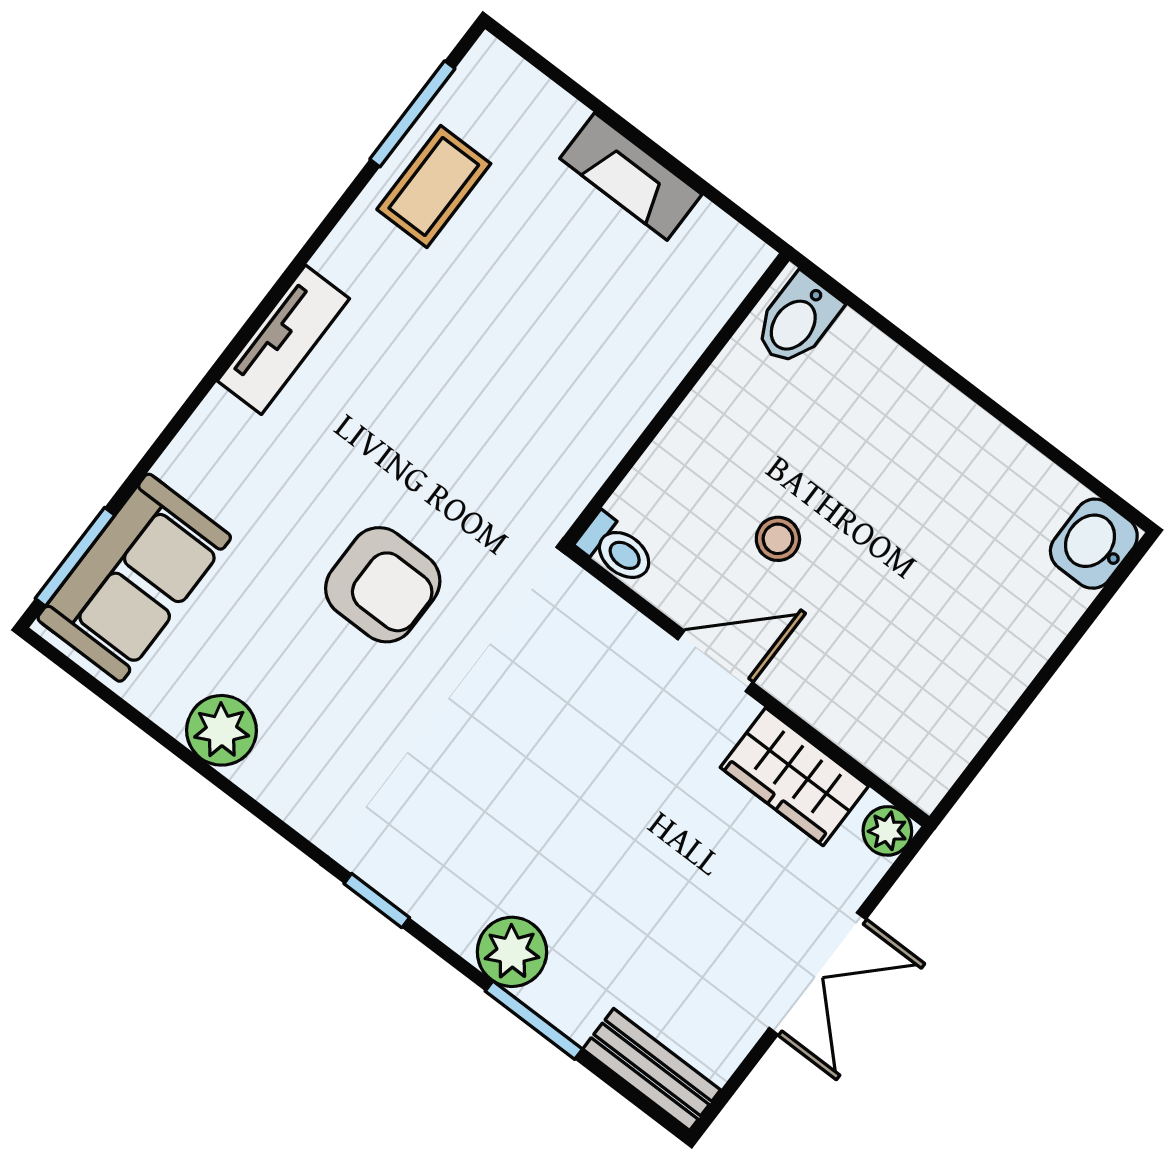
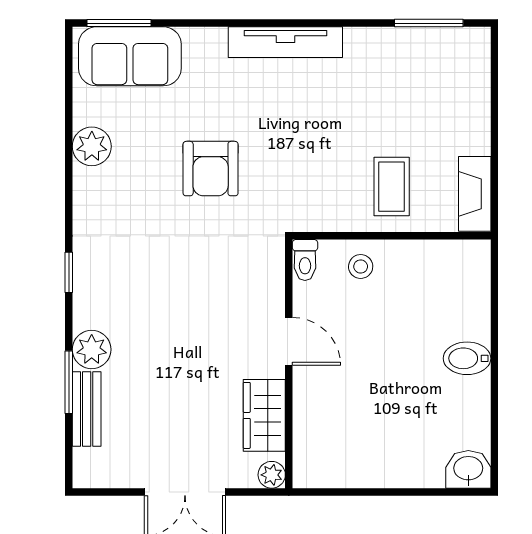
fireplace: (631, 176) -> (475, 194), moved
coffee table: (434, 187) -> (392, 187), moved, turned 90
bidet: (797, 320) -> (467, 358), moved
tv unit: (283, 340) -> (285, 42), width x1.41
stool: (778, 539) -> (361, 266), moved
bench: (652, 1070) -> (87, 409), moved

